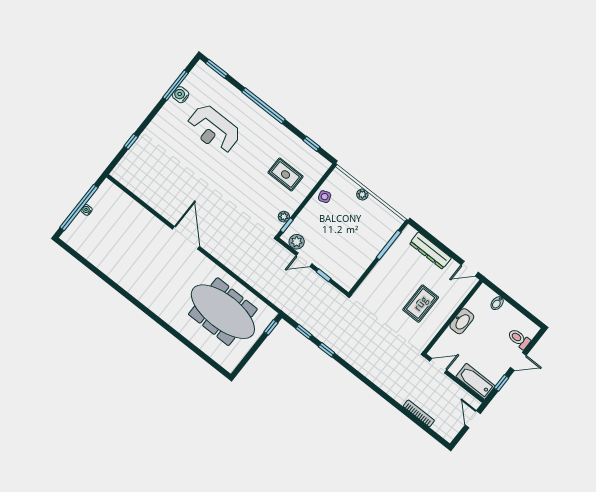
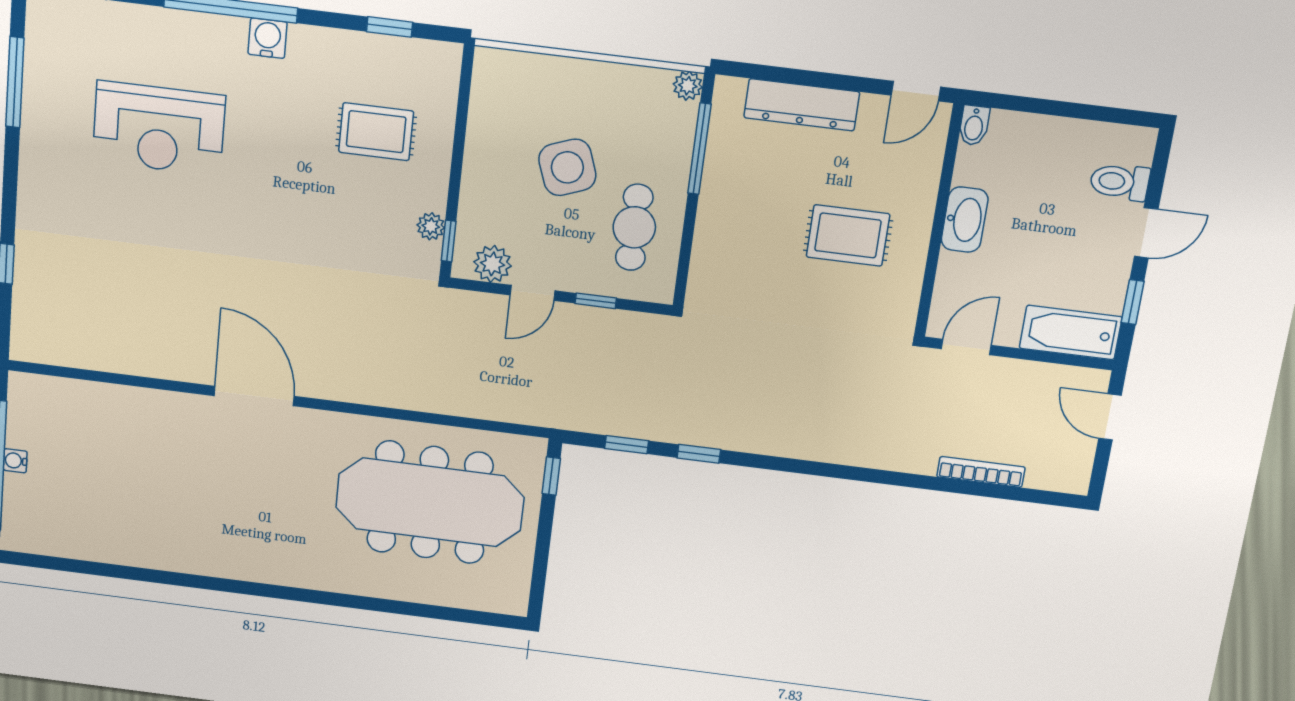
water cooler: (181, 95) -> (268, 38), moved, turned 90
plant: (362, 194) -> (688, 86), moved
side table: (325, 197) -> (567, 167), moved, width x1.87, depth x1.87
cafe table: (352, 258) -> (634, 227), added
bidet: (497, 303) -> (974, 125), moved
rug: (421, 304) -> (848, 235), turned 90

